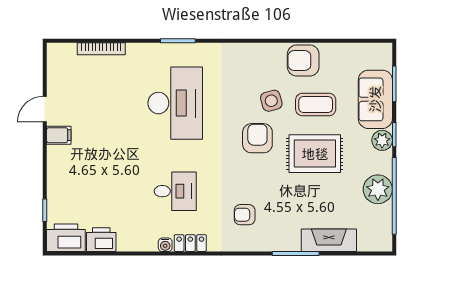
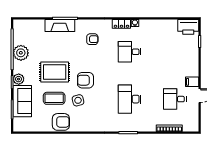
desk: (91, 103) -> (175, 99), added
desk: (175, 103) -> (130, 99), width x0.73, depth x0.77
armchair: (257, 138) -> (85, 80), turned 90
printer: (101, 240) -> (169, 26), removed
fireplace: (329, 240) -> (60, 25), moved

